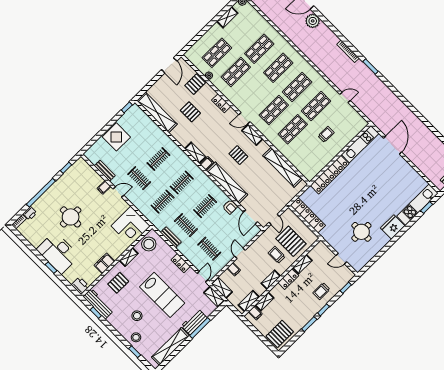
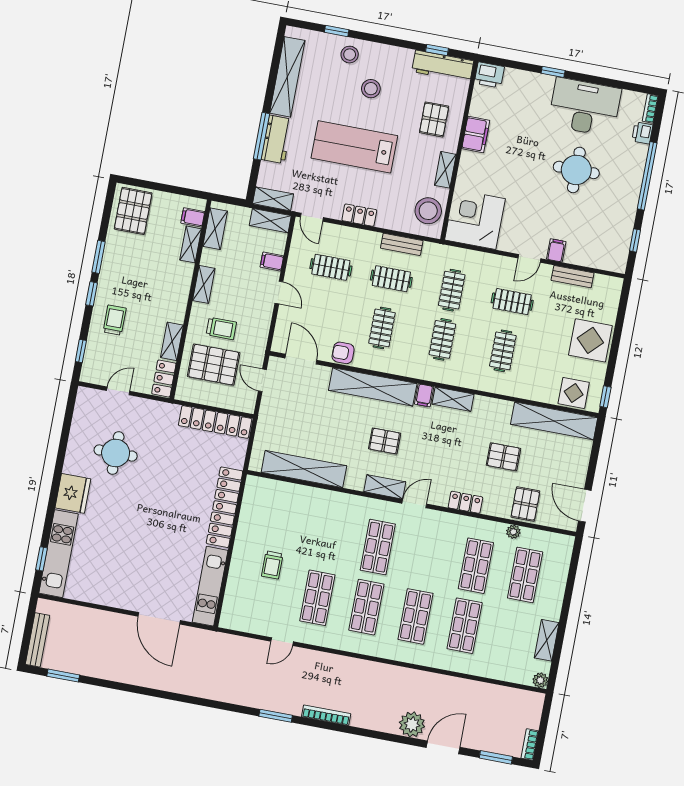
display table: (140, 119) -> (574, 393), added
shop shelf: (293, 129) -> (329, 538), removed
desk: (58, 253) -> (585, 107), moved
locker: (288, 279) -> (164, 379), moved

